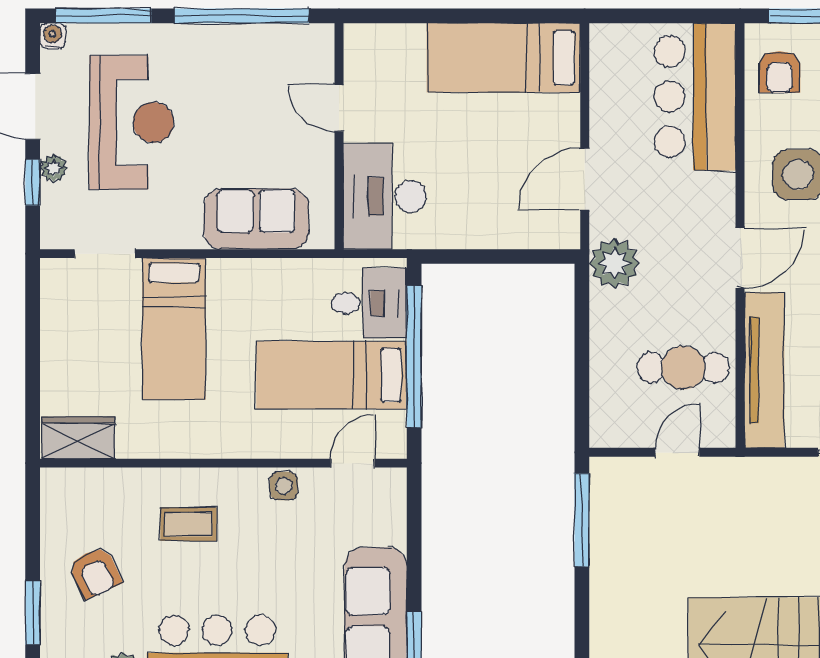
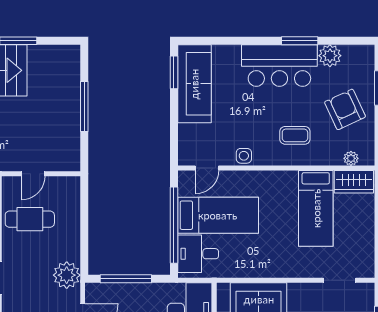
window: (504, 256) -> (126, 279), added
bed: (174, 329) -> (316, 208), moved, turned 180
plant: (84, 481) -> (351, 158), added
window: (582, 520) -> (84, 107), moved
armchair: (95, 573) -> (345, 109), width x1.38, depth x1.38

